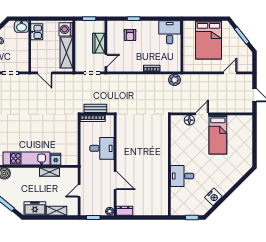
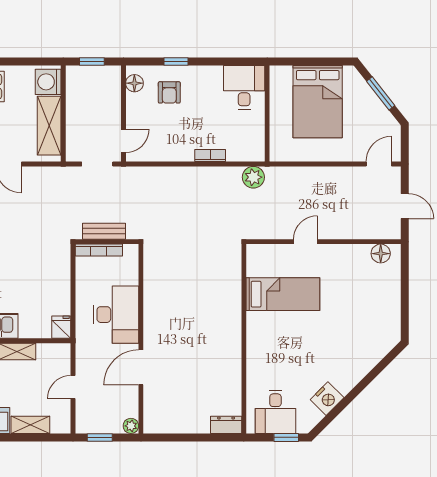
floor lamp: (112, 30) -> (134, 83), added
wardrobe: (99, 43) -> (110, 108), removed
door: (230, 73) -> (379, 164), moved
floor lamp: (189, 120) -> (381, 254), moved
bed: (218, 135) -> (283, 294), moved, turned -90
desk: (102, 148) -> (116, 315), width x1.37
fridge: (56, 159) -> (61, 327), moved
desk: (182, 176) -> (275, 412), moved, turned -90
door: (115, 180) -> (141, 367), swing flipped
dresser: (124, 211) -> (226, 425), moved

